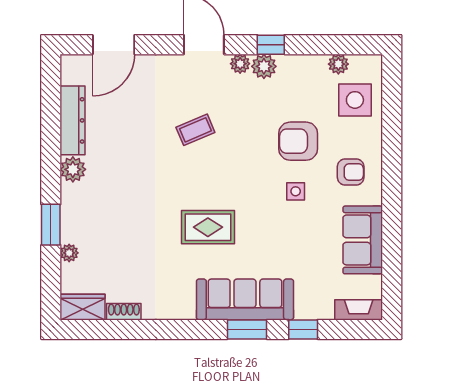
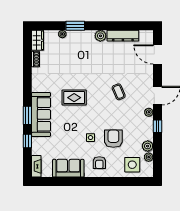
plant: (264, 66) -> (148, 146), moved
rug: (208, 227) -> (74, 98), turned 90

